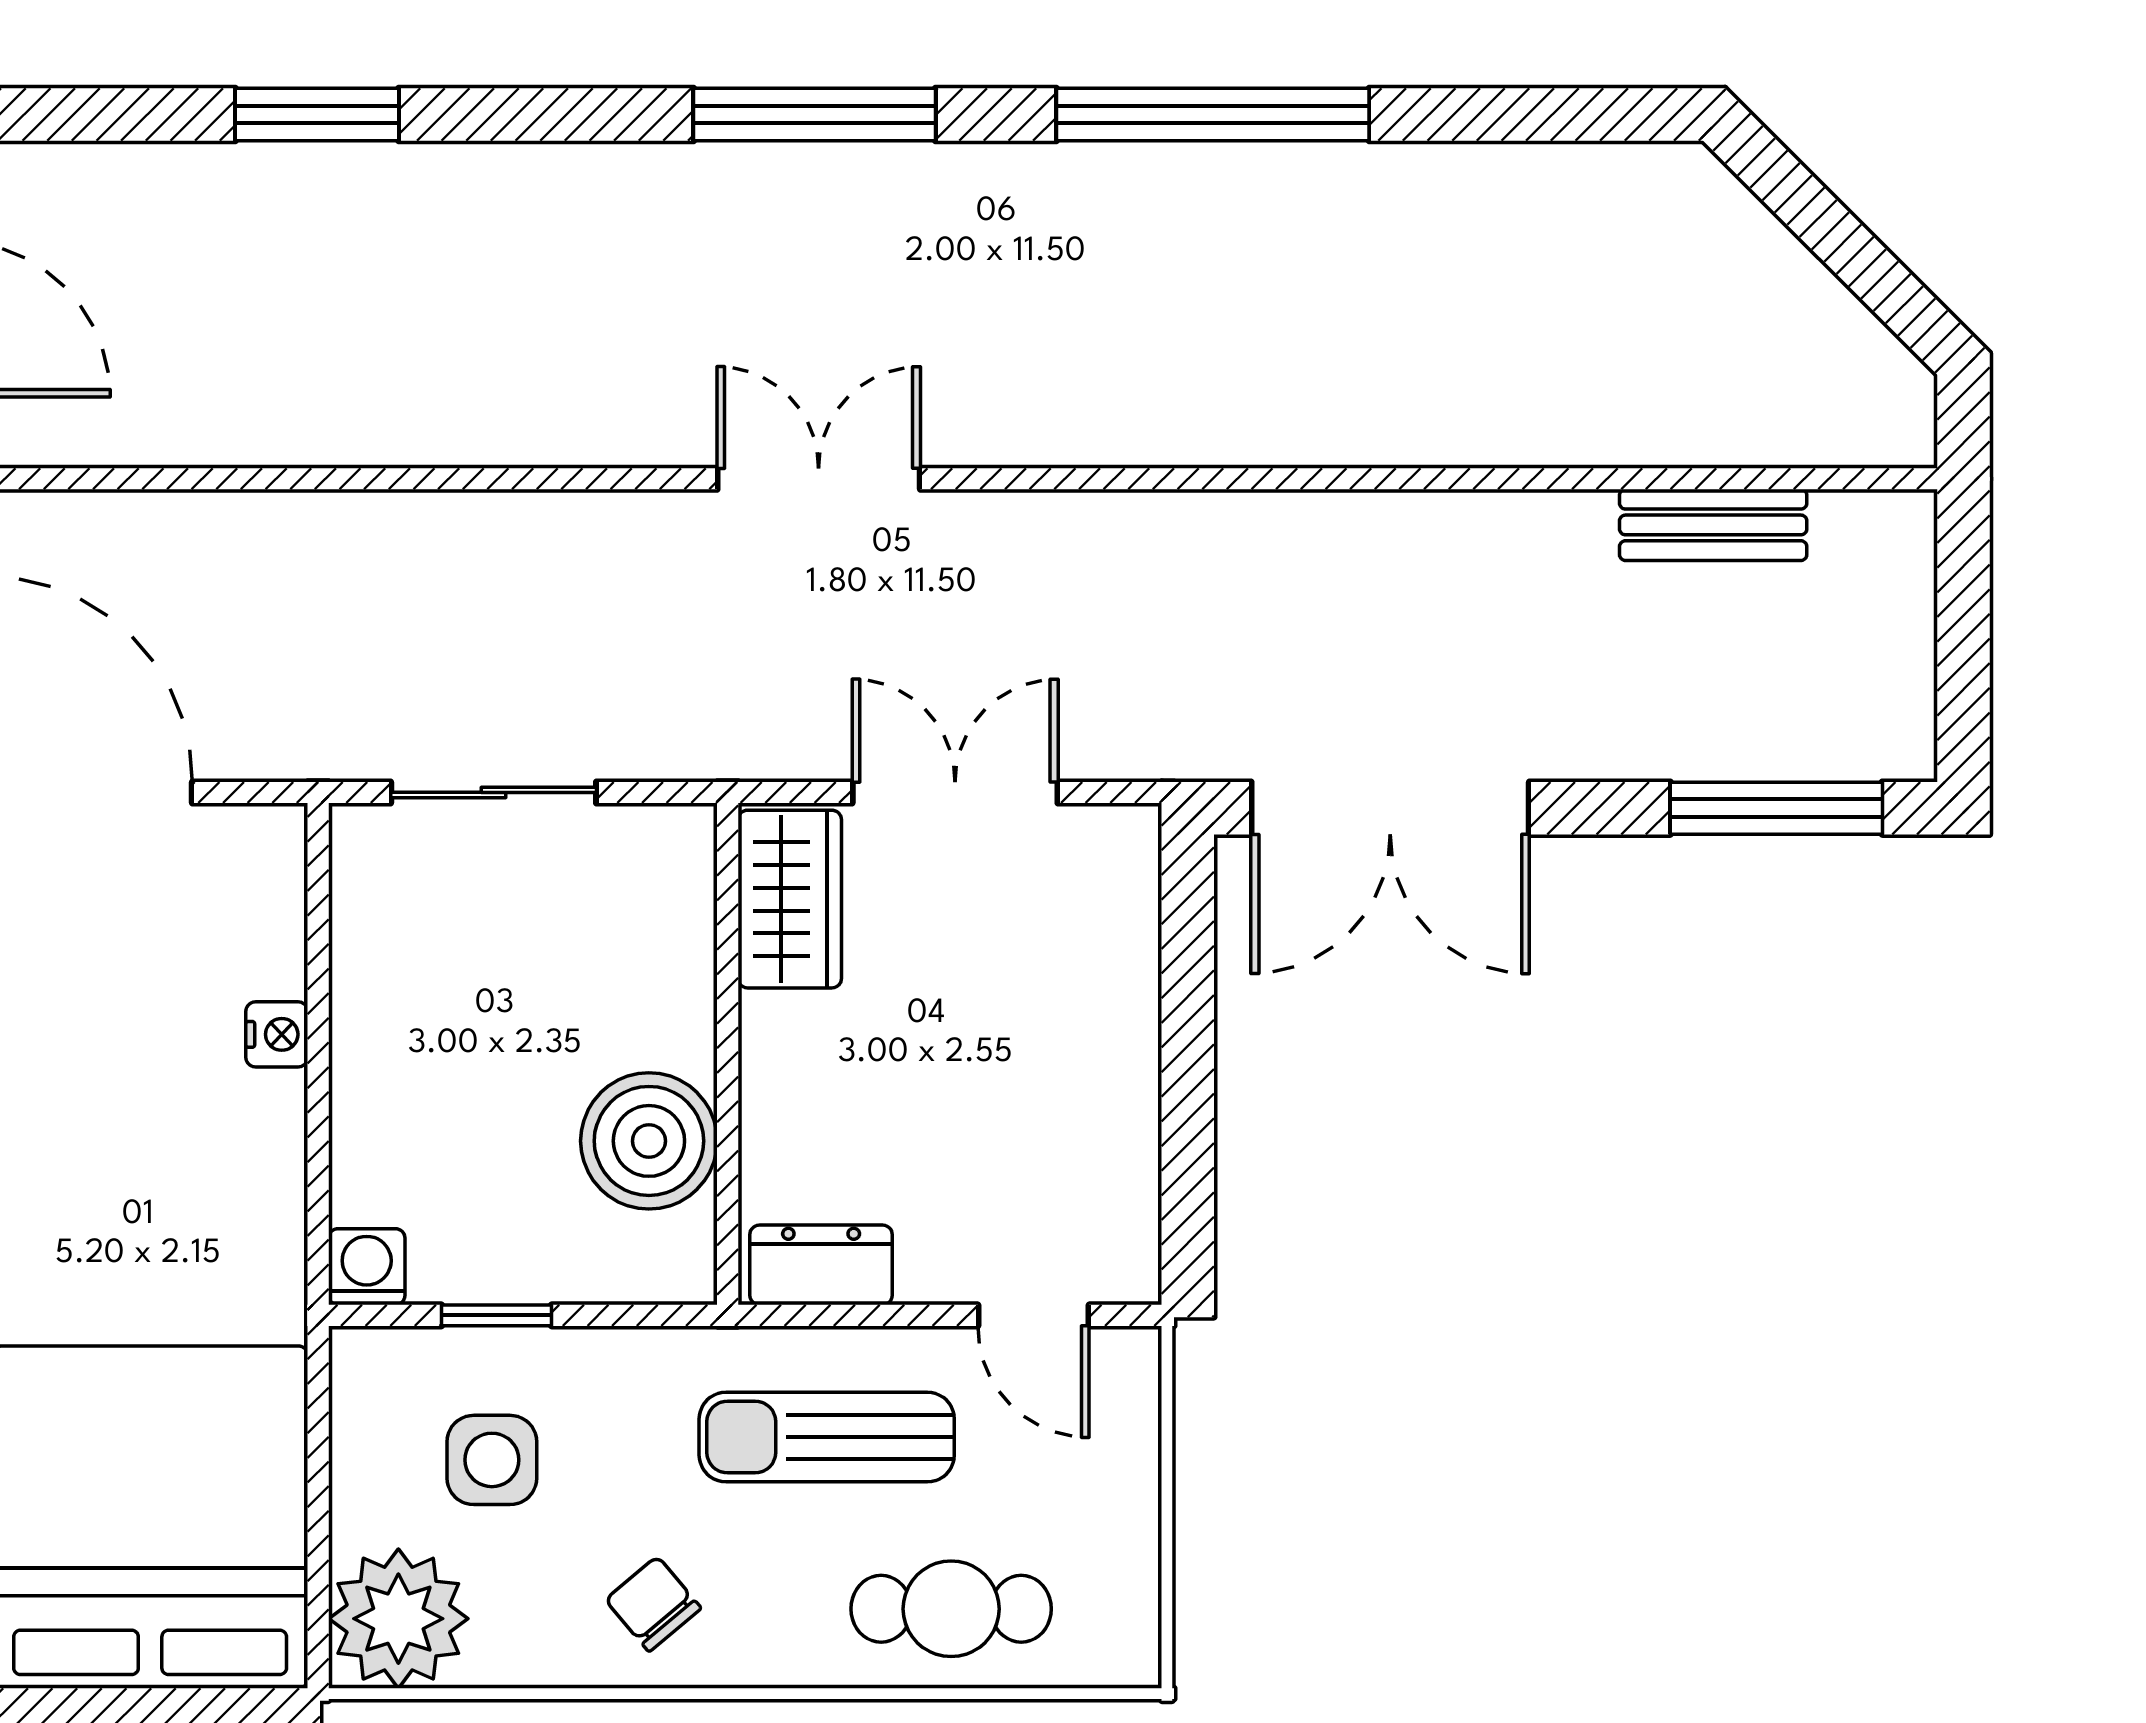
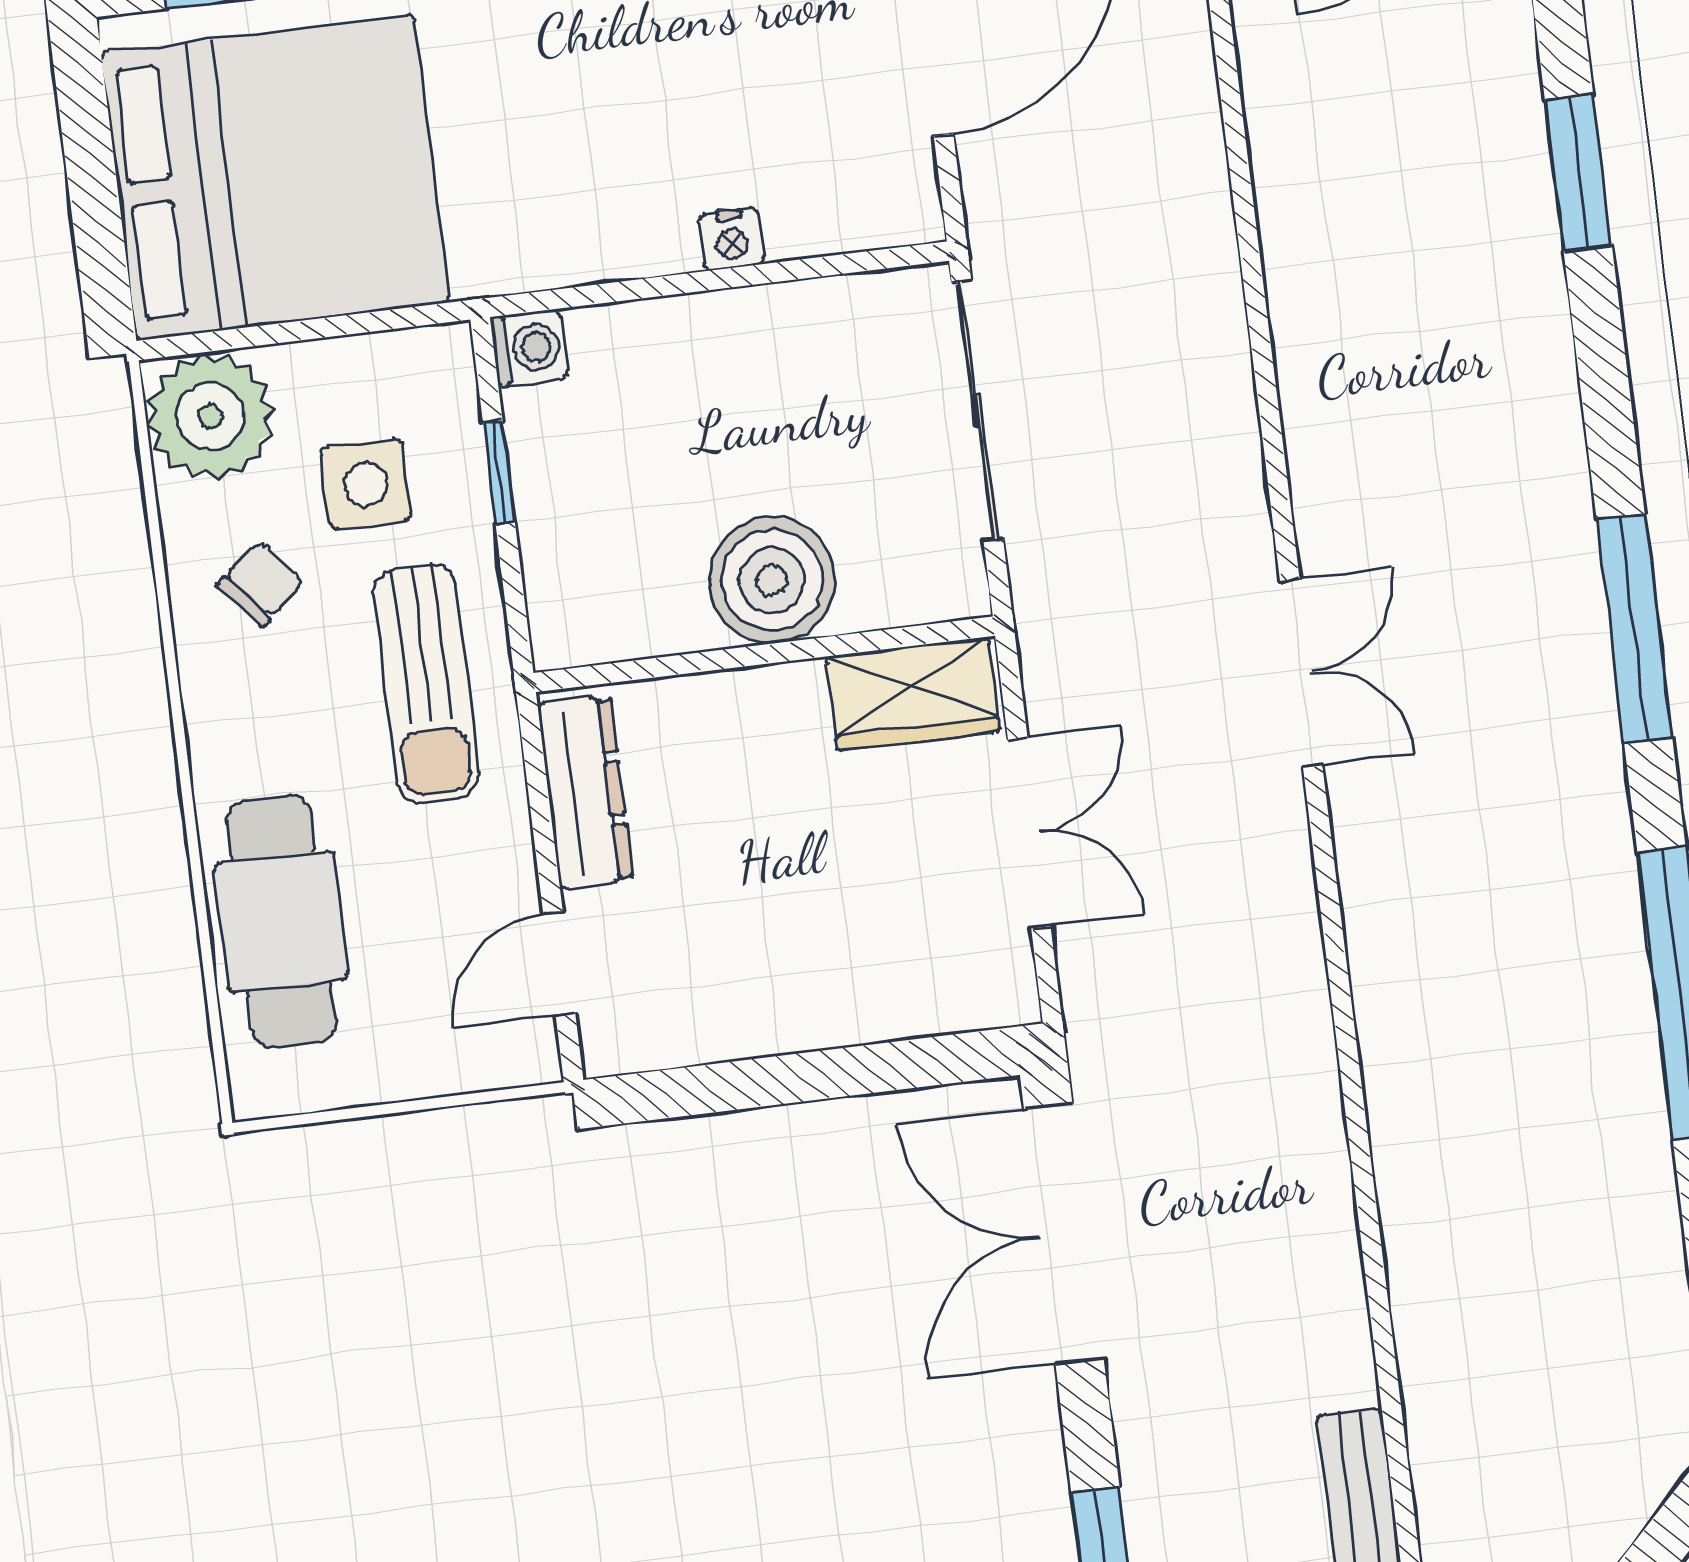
sliding door: (494, 792) -> (977, 411), width x1.37
boiler: (649, 1141) -> (772, 580), moved
dresser: (821, 1265) -> (585, 792), width x1.44
sun lounger: (827, 1437) -> (426, 683), moved, turned 180
chair: (653, 1604) -> (261, 584), moved
cafe table: (951, 1609) -> (281, 921), width x1.37, depth x1.35

